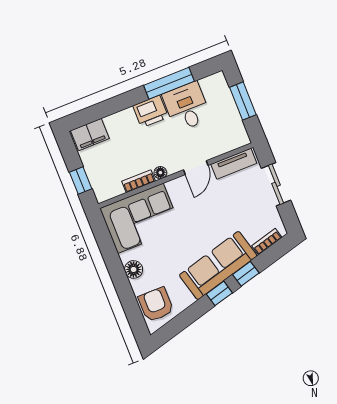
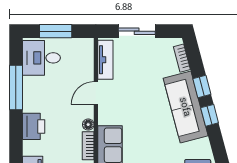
desk: (187, 107) -> (41, 58), moved
printer: (151, 112) -> (34, 126), moved
door: (196, 168) -> (96, 93), swing flipped

